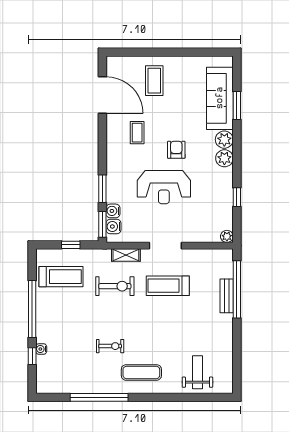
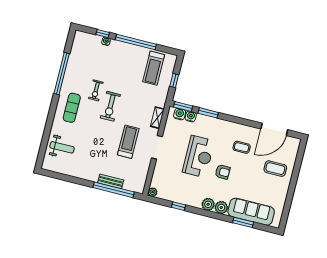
reception desk: (164, 187) -> (198, 156), turned 180
exercise bike: (115, 286) -> (110, 106), moved

